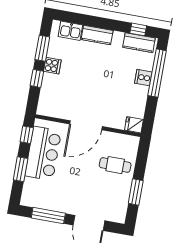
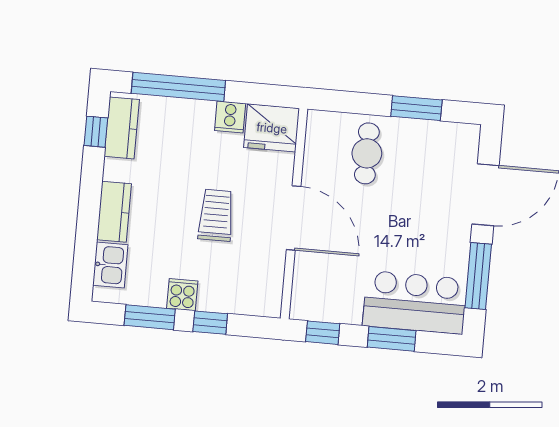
cooker: (143, 78) -> (230, 117), moved
trolley: (91, 86) -> (216, 215), added
fridge: (134, 125) -> (272, 128), width x1.88, depth x1.34
bar counter: (43, 153) -> (415, 302), moved

